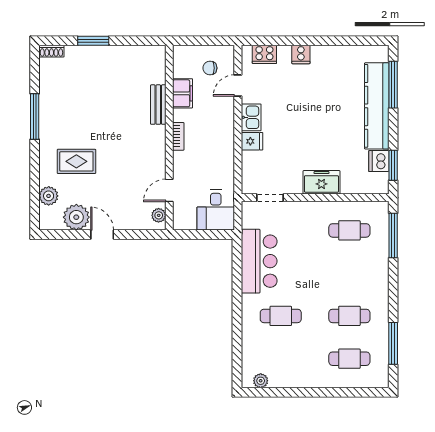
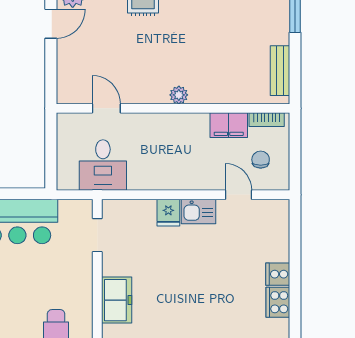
cooker: (264, 54) -> (278, 302), moved
bench: (158, 105) -> (280, 71), moved, turned 90
bookcase: (178, 136) -> (267, 120), moved
desk: (216, 210) -> (103, 165), moved, turned -90
plant: (159, 215) -> (179, 95), moved

